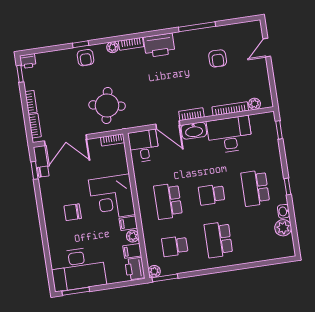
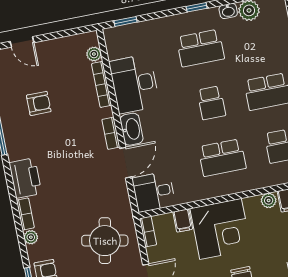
filing cabinet: (128, 223) -> (183, 220), moved

